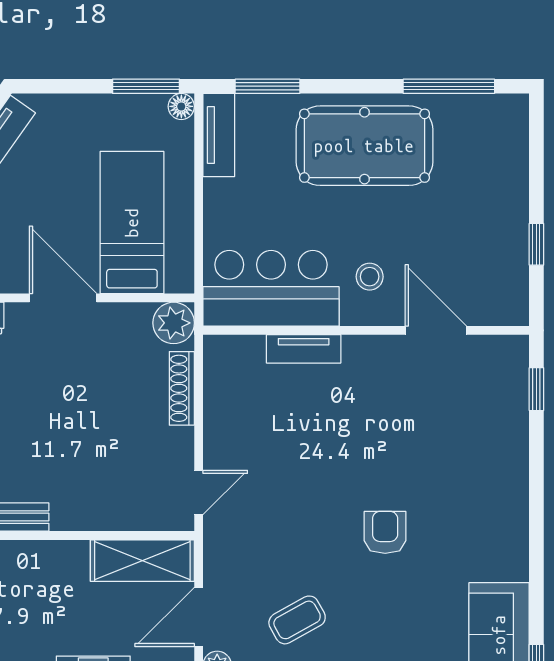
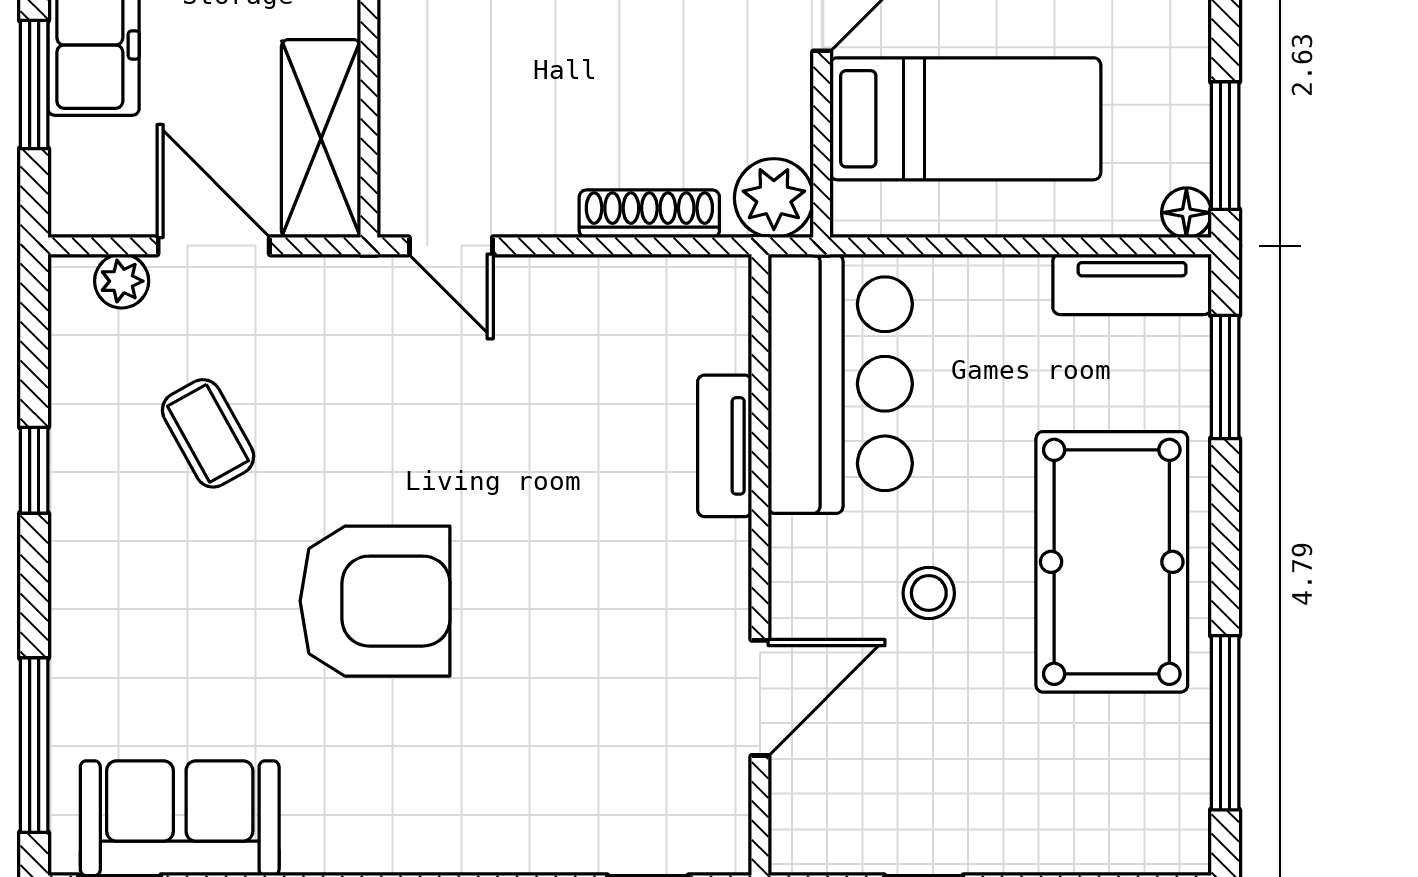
stool: (370, 277) -> (929, 593), moved
armchair: (385, 532) -> (375, 601), width x1.88, depth x1.88

